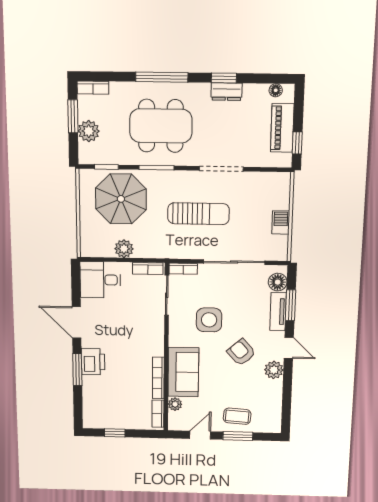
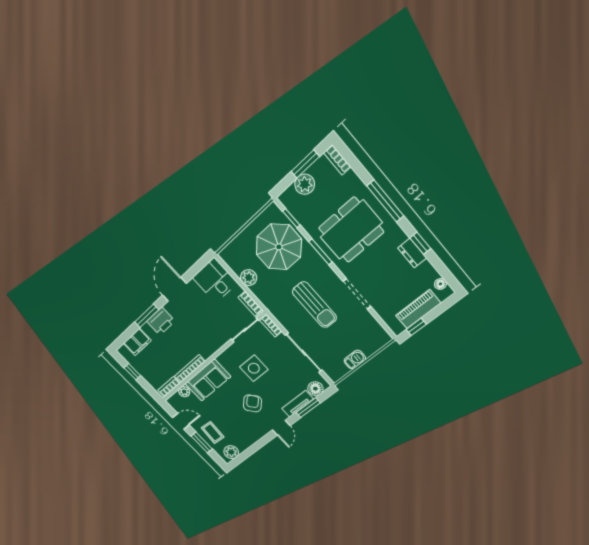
dining table: (161, 126) -> (351, 230), turned 90
plant: (274, 370) -> (231, 452), moved
filing cabinet: (92, 401) -> (137, 342), added

